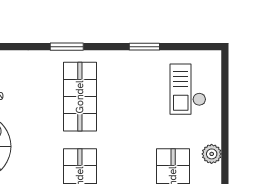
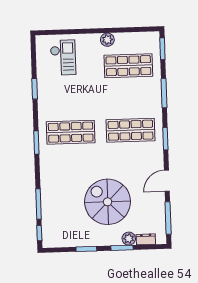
checkout: (188, 89) -> (63, 58), turned -90

